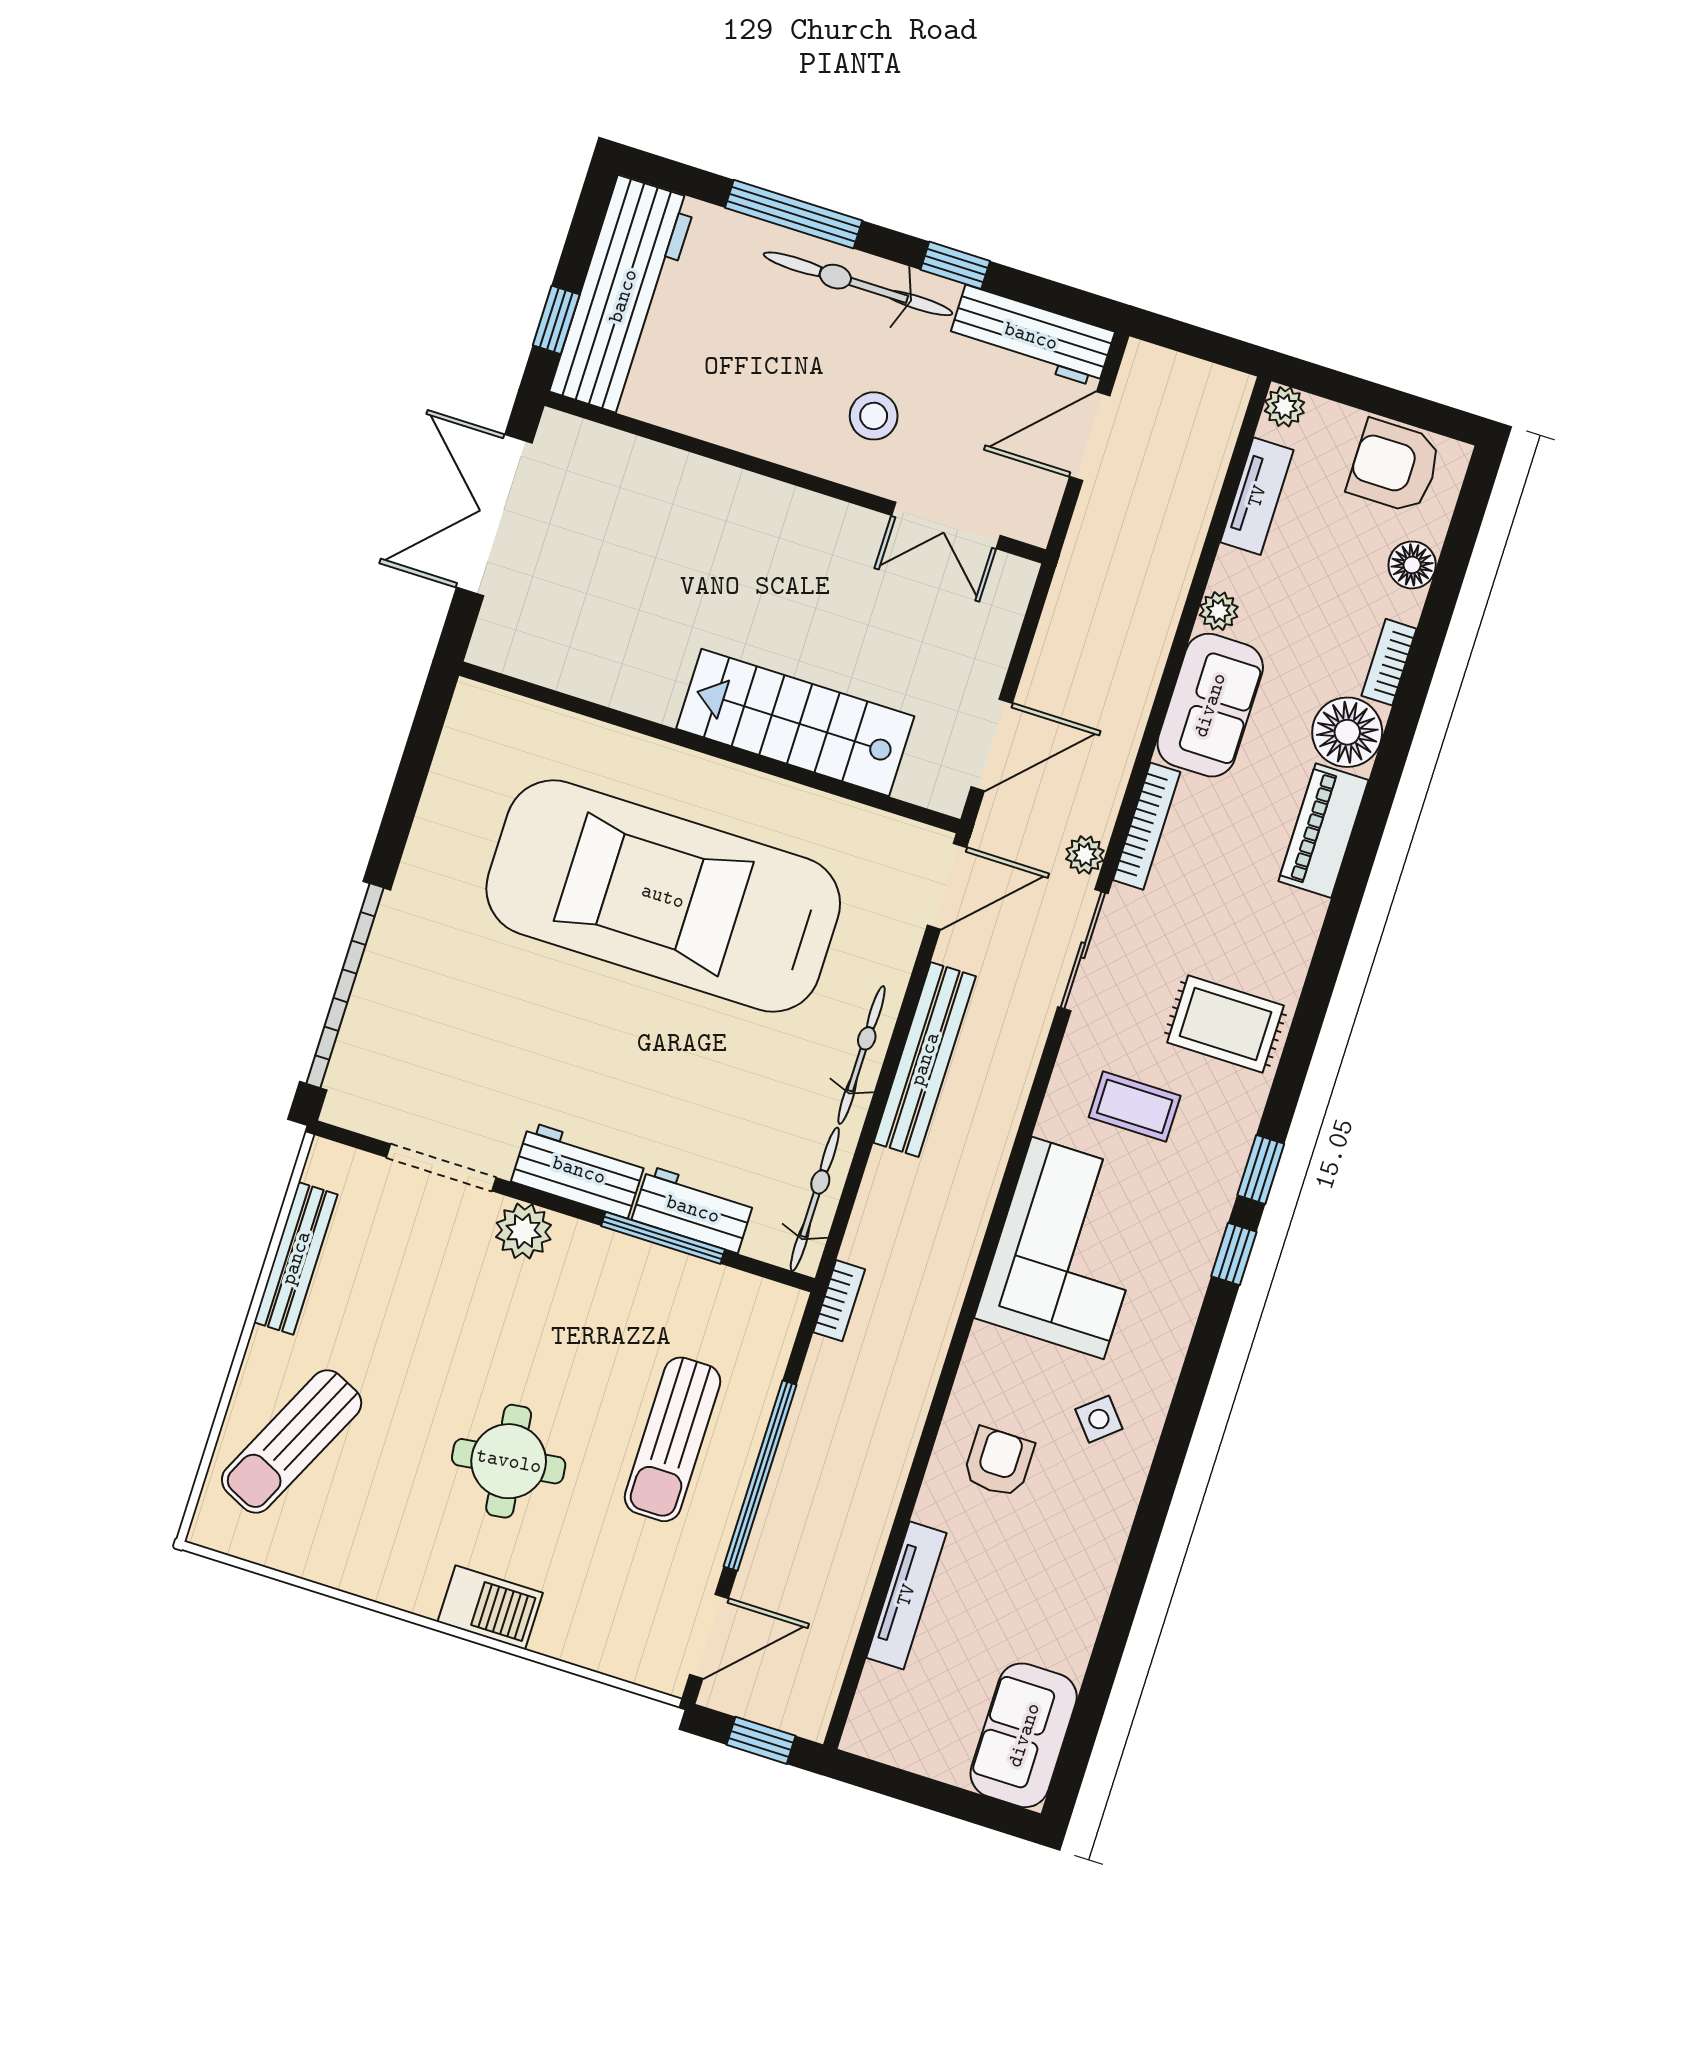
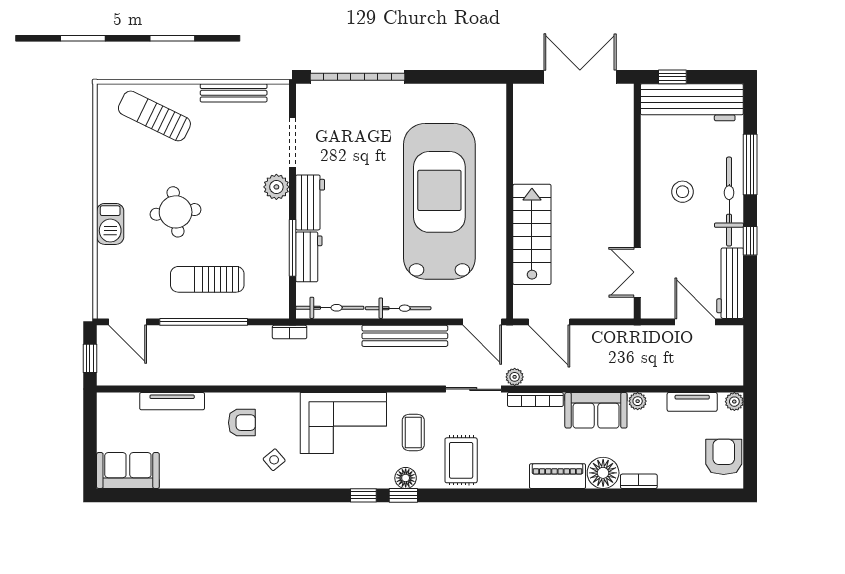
stool: (874, 416) -> (683, 192), moved
floor lamp: (1412, 565) -> (406, 478), moved

